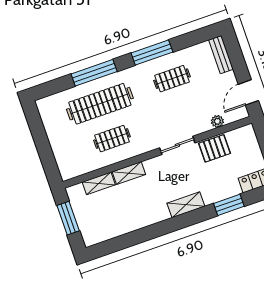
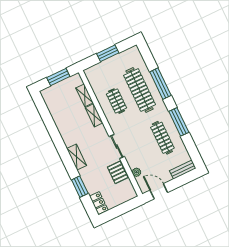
clothes rail: (172, 79) -> (162, 138), width x1.36
window: (42, 143) -> (108, 53), added

